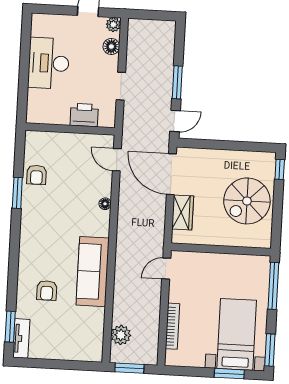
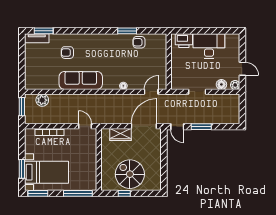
printer: (84, 115) -> (184, 41), moved, turned 90
window: (280, 169) -> (124, 193), moved

